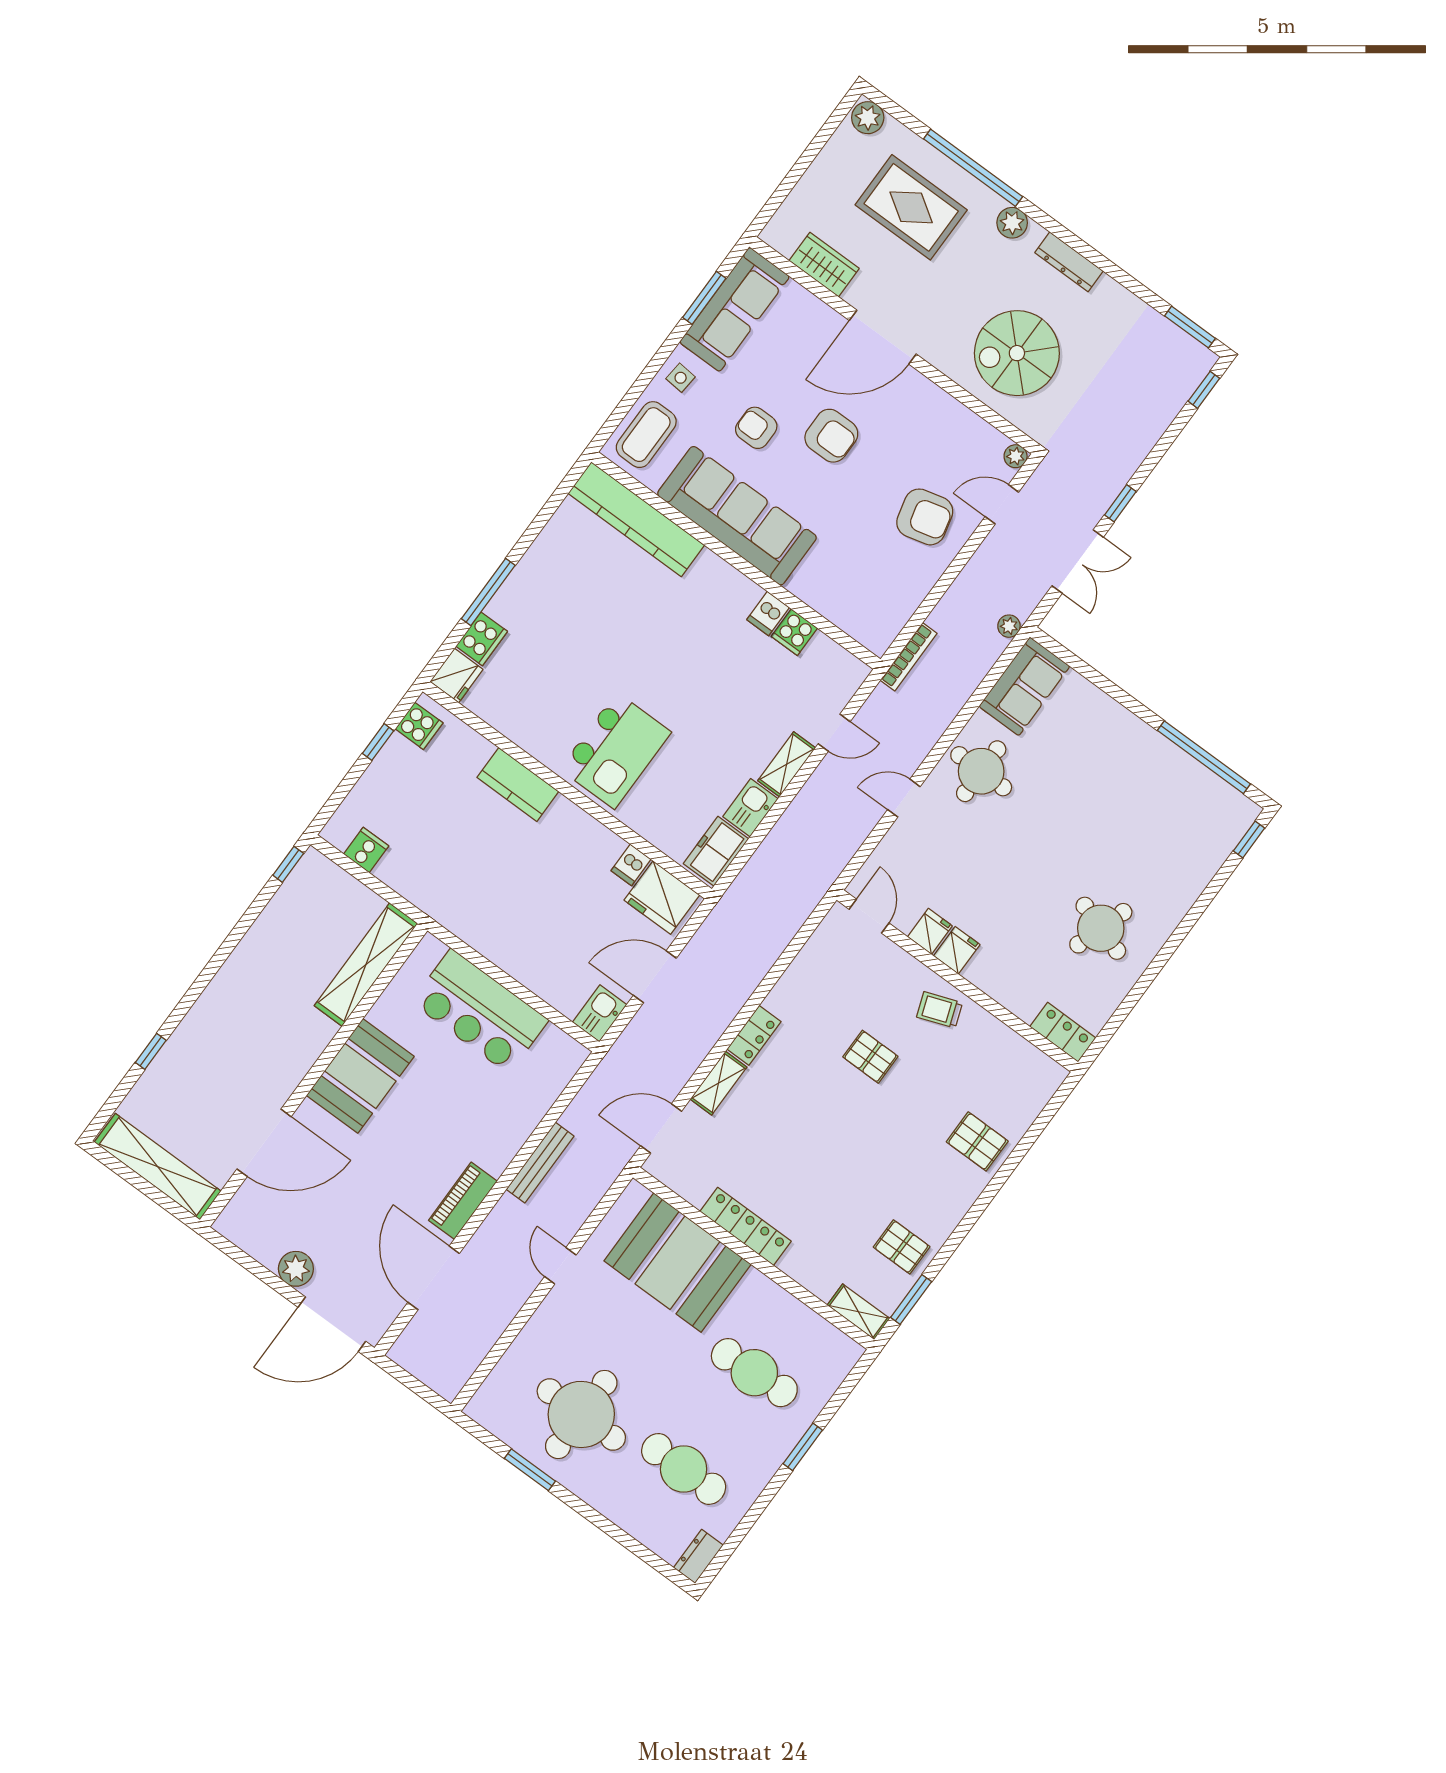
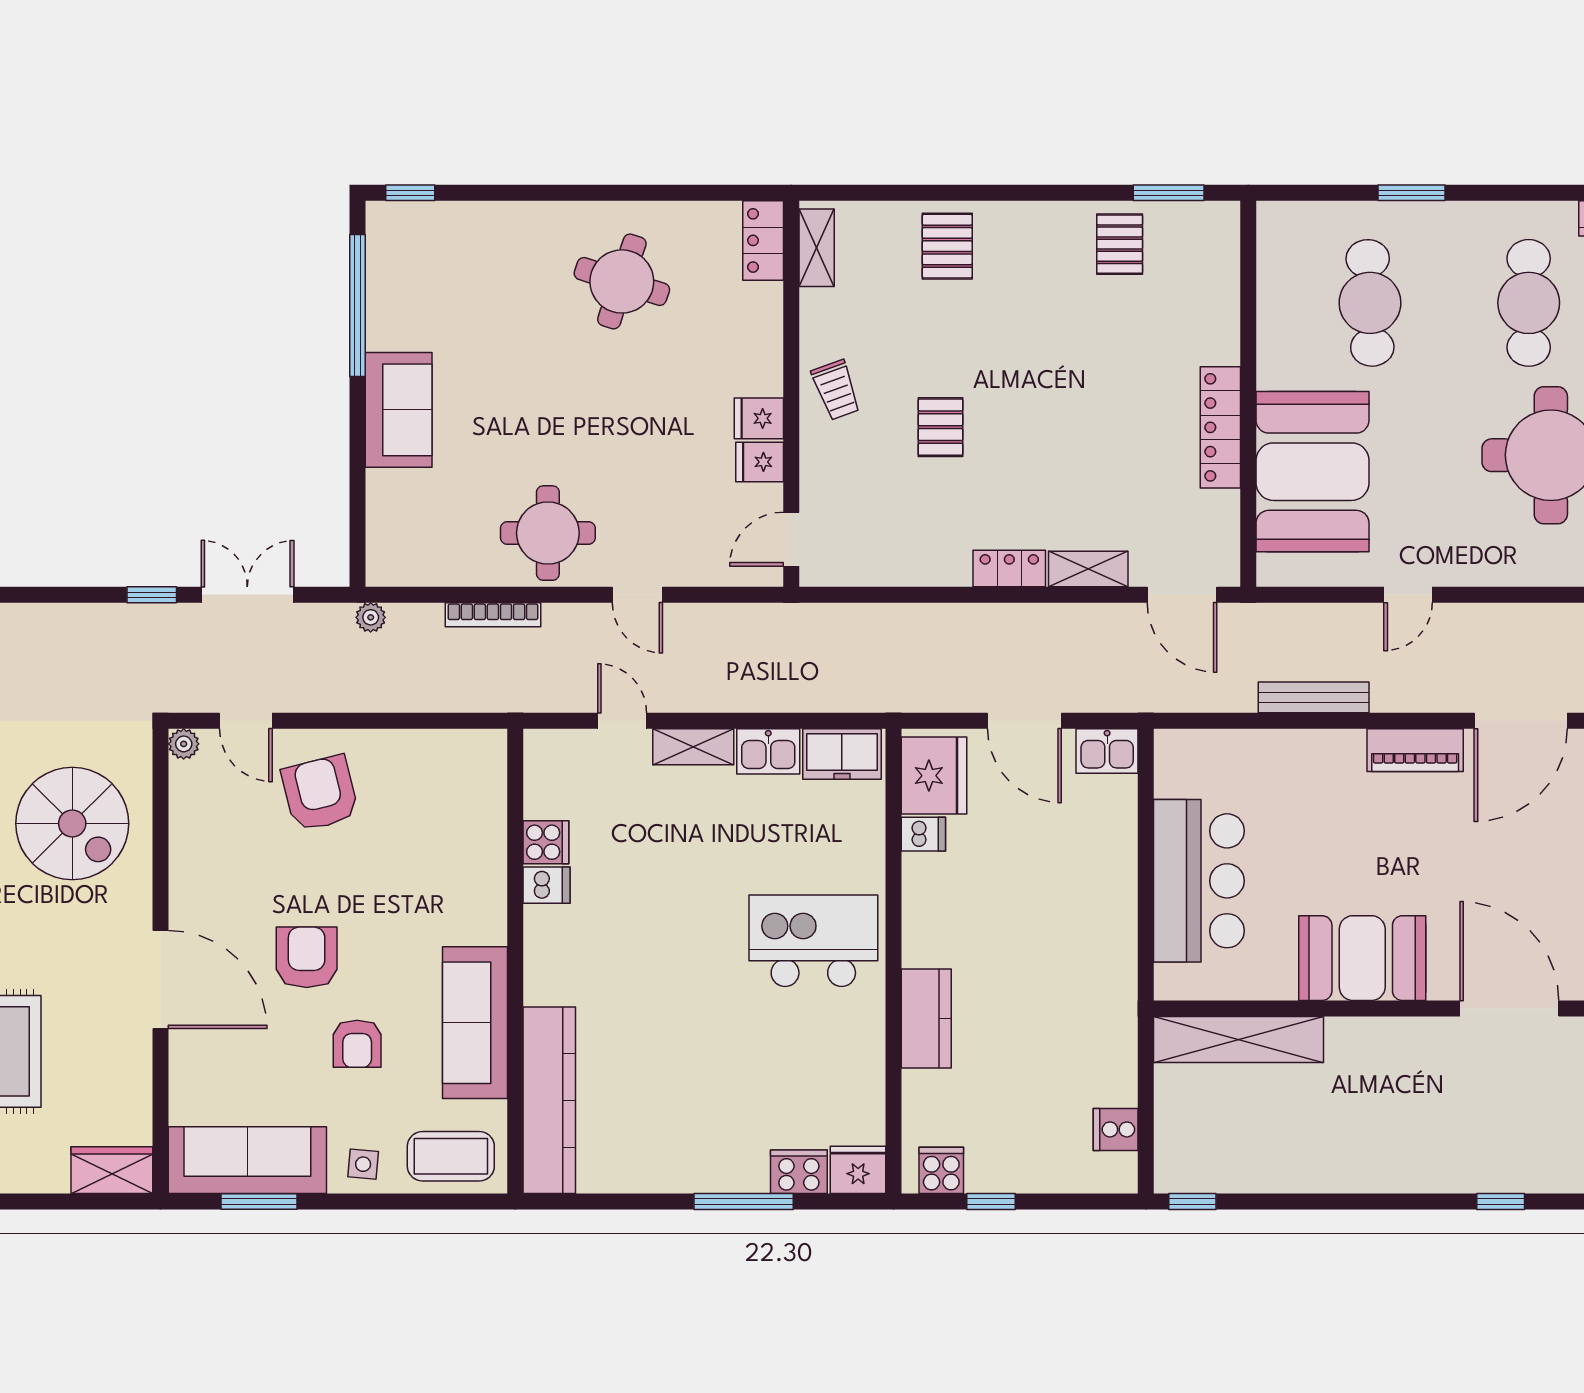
wardrobe: (824, 265) -> (112, 1170), moved, turned 90
sofa: (737, 516) -> (475, 1023), width x0.74, depth x0.79
bookcase: (909, 657) -> (493, 615), moved, turned 180
sofa: (1024, 686) -> (399, 410), moved, turned 90
shelving: (858, 1312) -> (817, 248), moved

